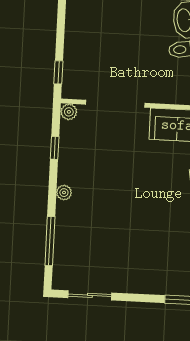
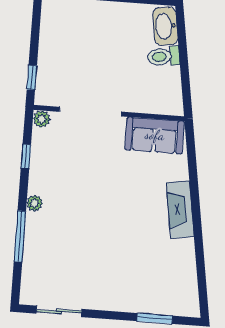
window: (50, 241) -> (20, 236), moved

